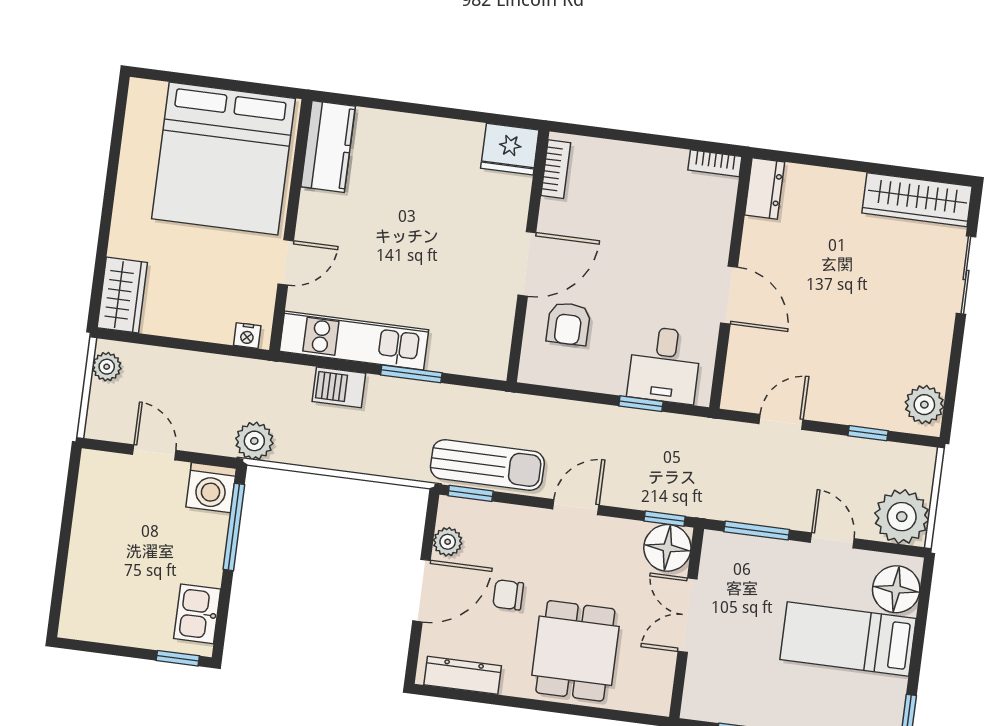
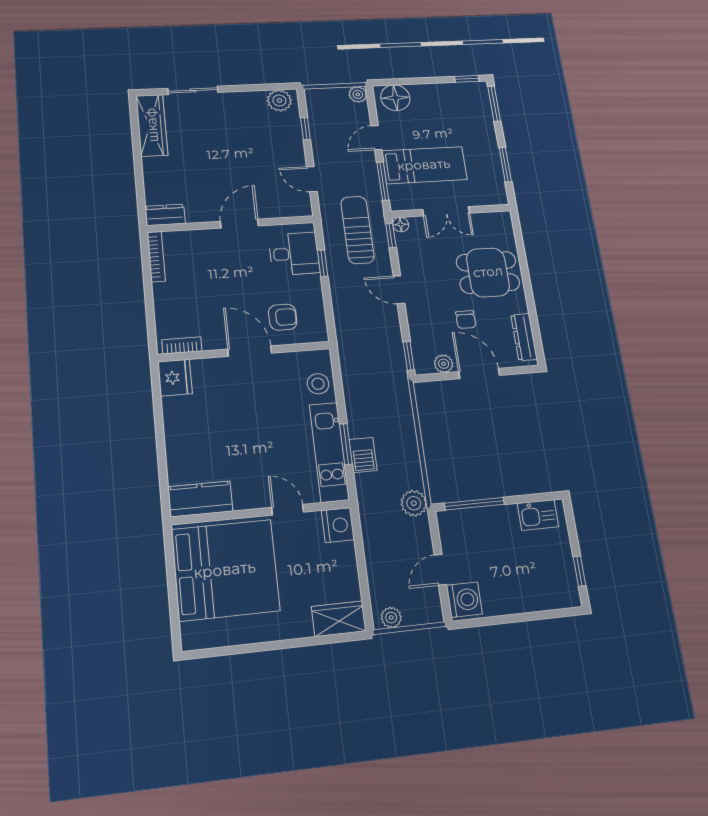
bookcase: (715, 163) -> (156, 257), width x1.56
nightstand: (247, 336) -> (338, 525), width x1.89, depth x1.79
stool: (457, 350) -> (318, 384), added
window: (411, 374) -> (346, 444), moved
sun lounger: (487, 465) -> (357, 230), moved
washing machine: (211, 488) -> (464, 600), moved
plant: (902, 517) -> (358, 94), width x0.53, depth x0.53
floor lamp: (667, 548) -> (401, 224), width x0.53, depth x0.53
bed: (848, 639) -> (424, 165), moved, turned -90
window: (178, 658) -> (579, 571), moved

